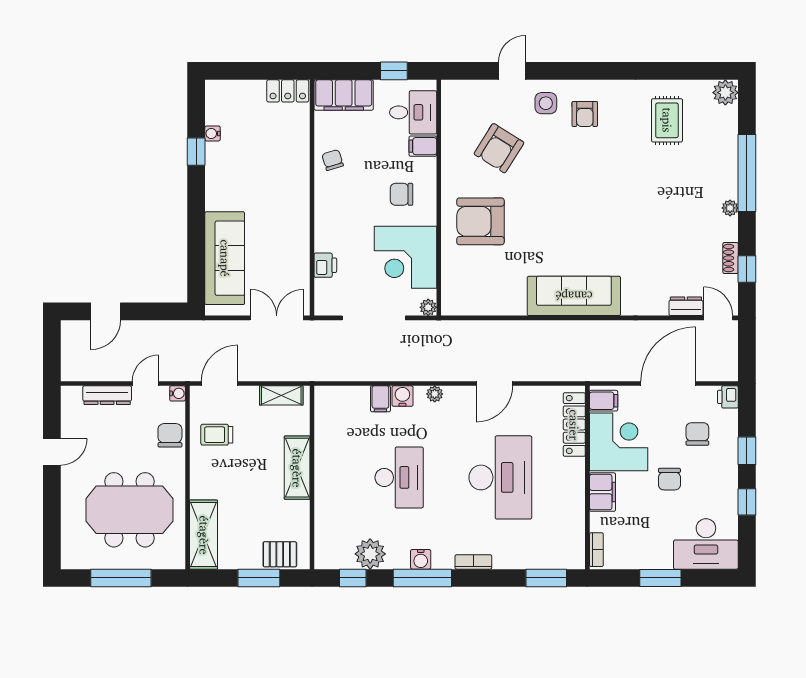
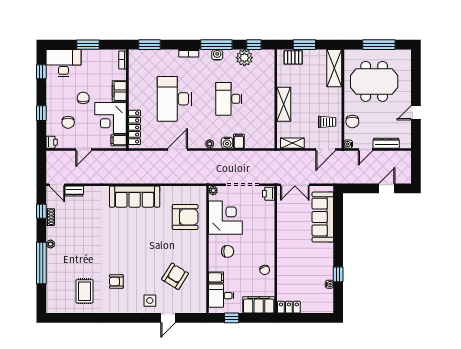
plant: (725, 93) -> (53, 306), removed
armchair: (585, 114) -> (116, 281), moved, turned -90
armchair: (480, 221) -> (185, 217), moved
printer: (325, 265) -> (269, 194), moved
door: (668, 383) -> (84, 149), width x0.53
window: (747, 502) -> (41, 72), moved

